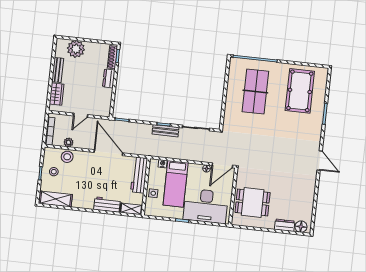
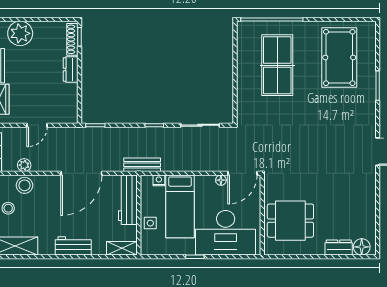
bench: (165, 131) -> (142, 165), moved
door: (108, 153) -> (81, 173), swing flipped
workbench: (107, 204) -> (73, 246), moved

